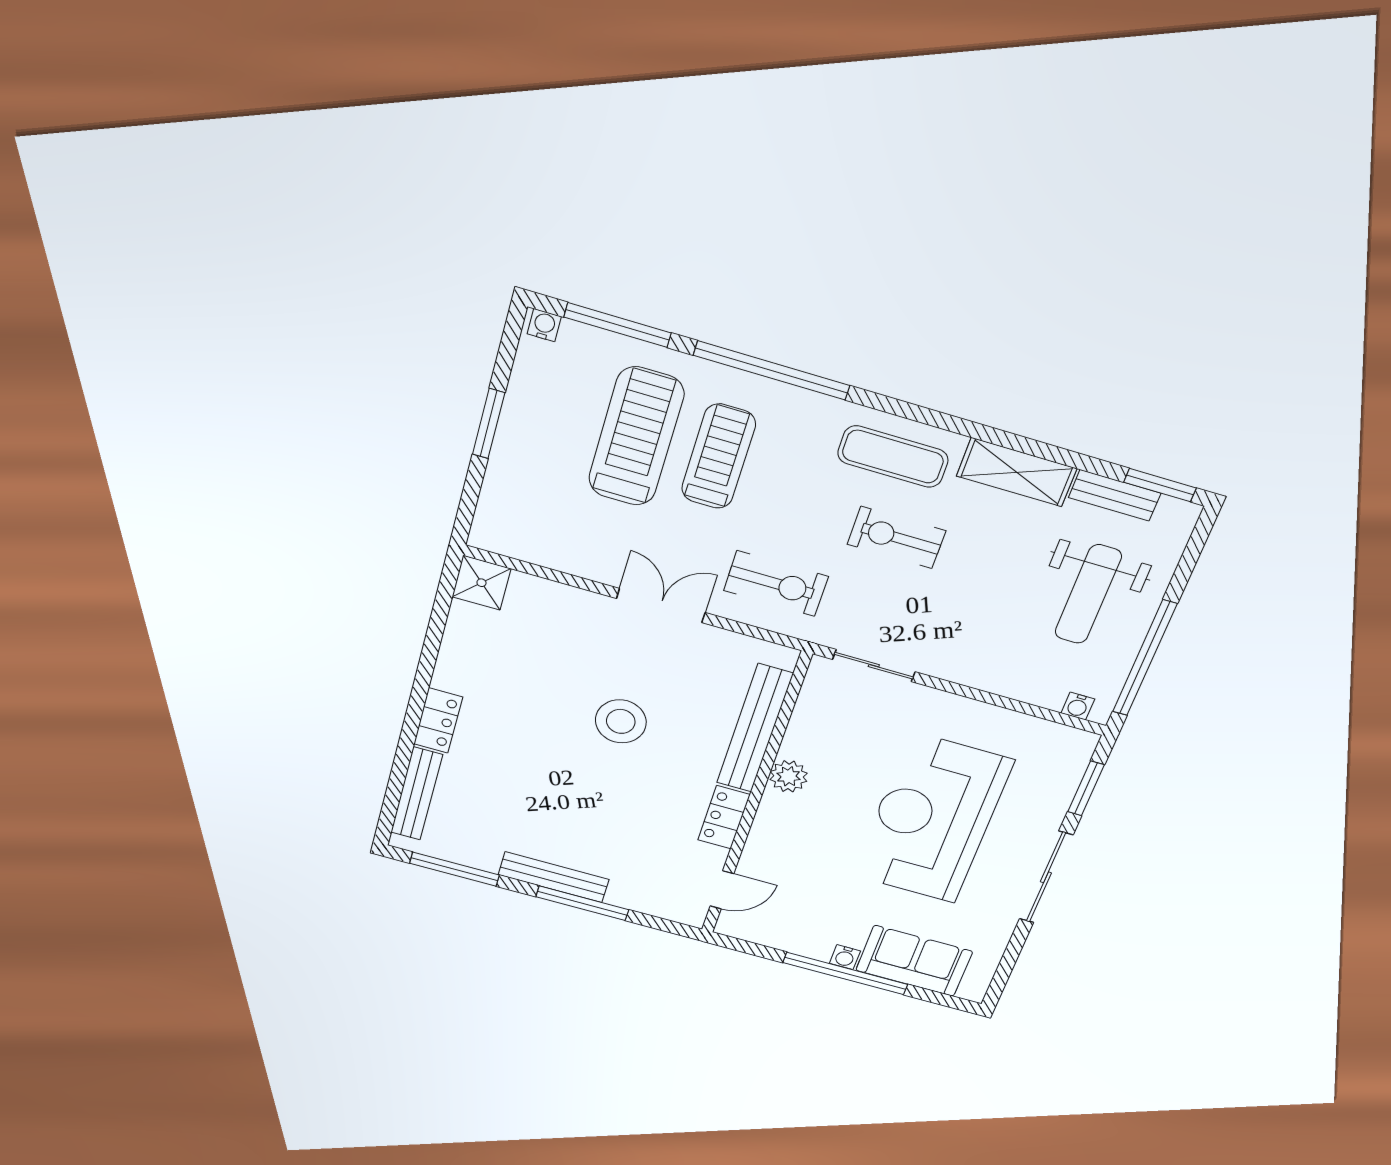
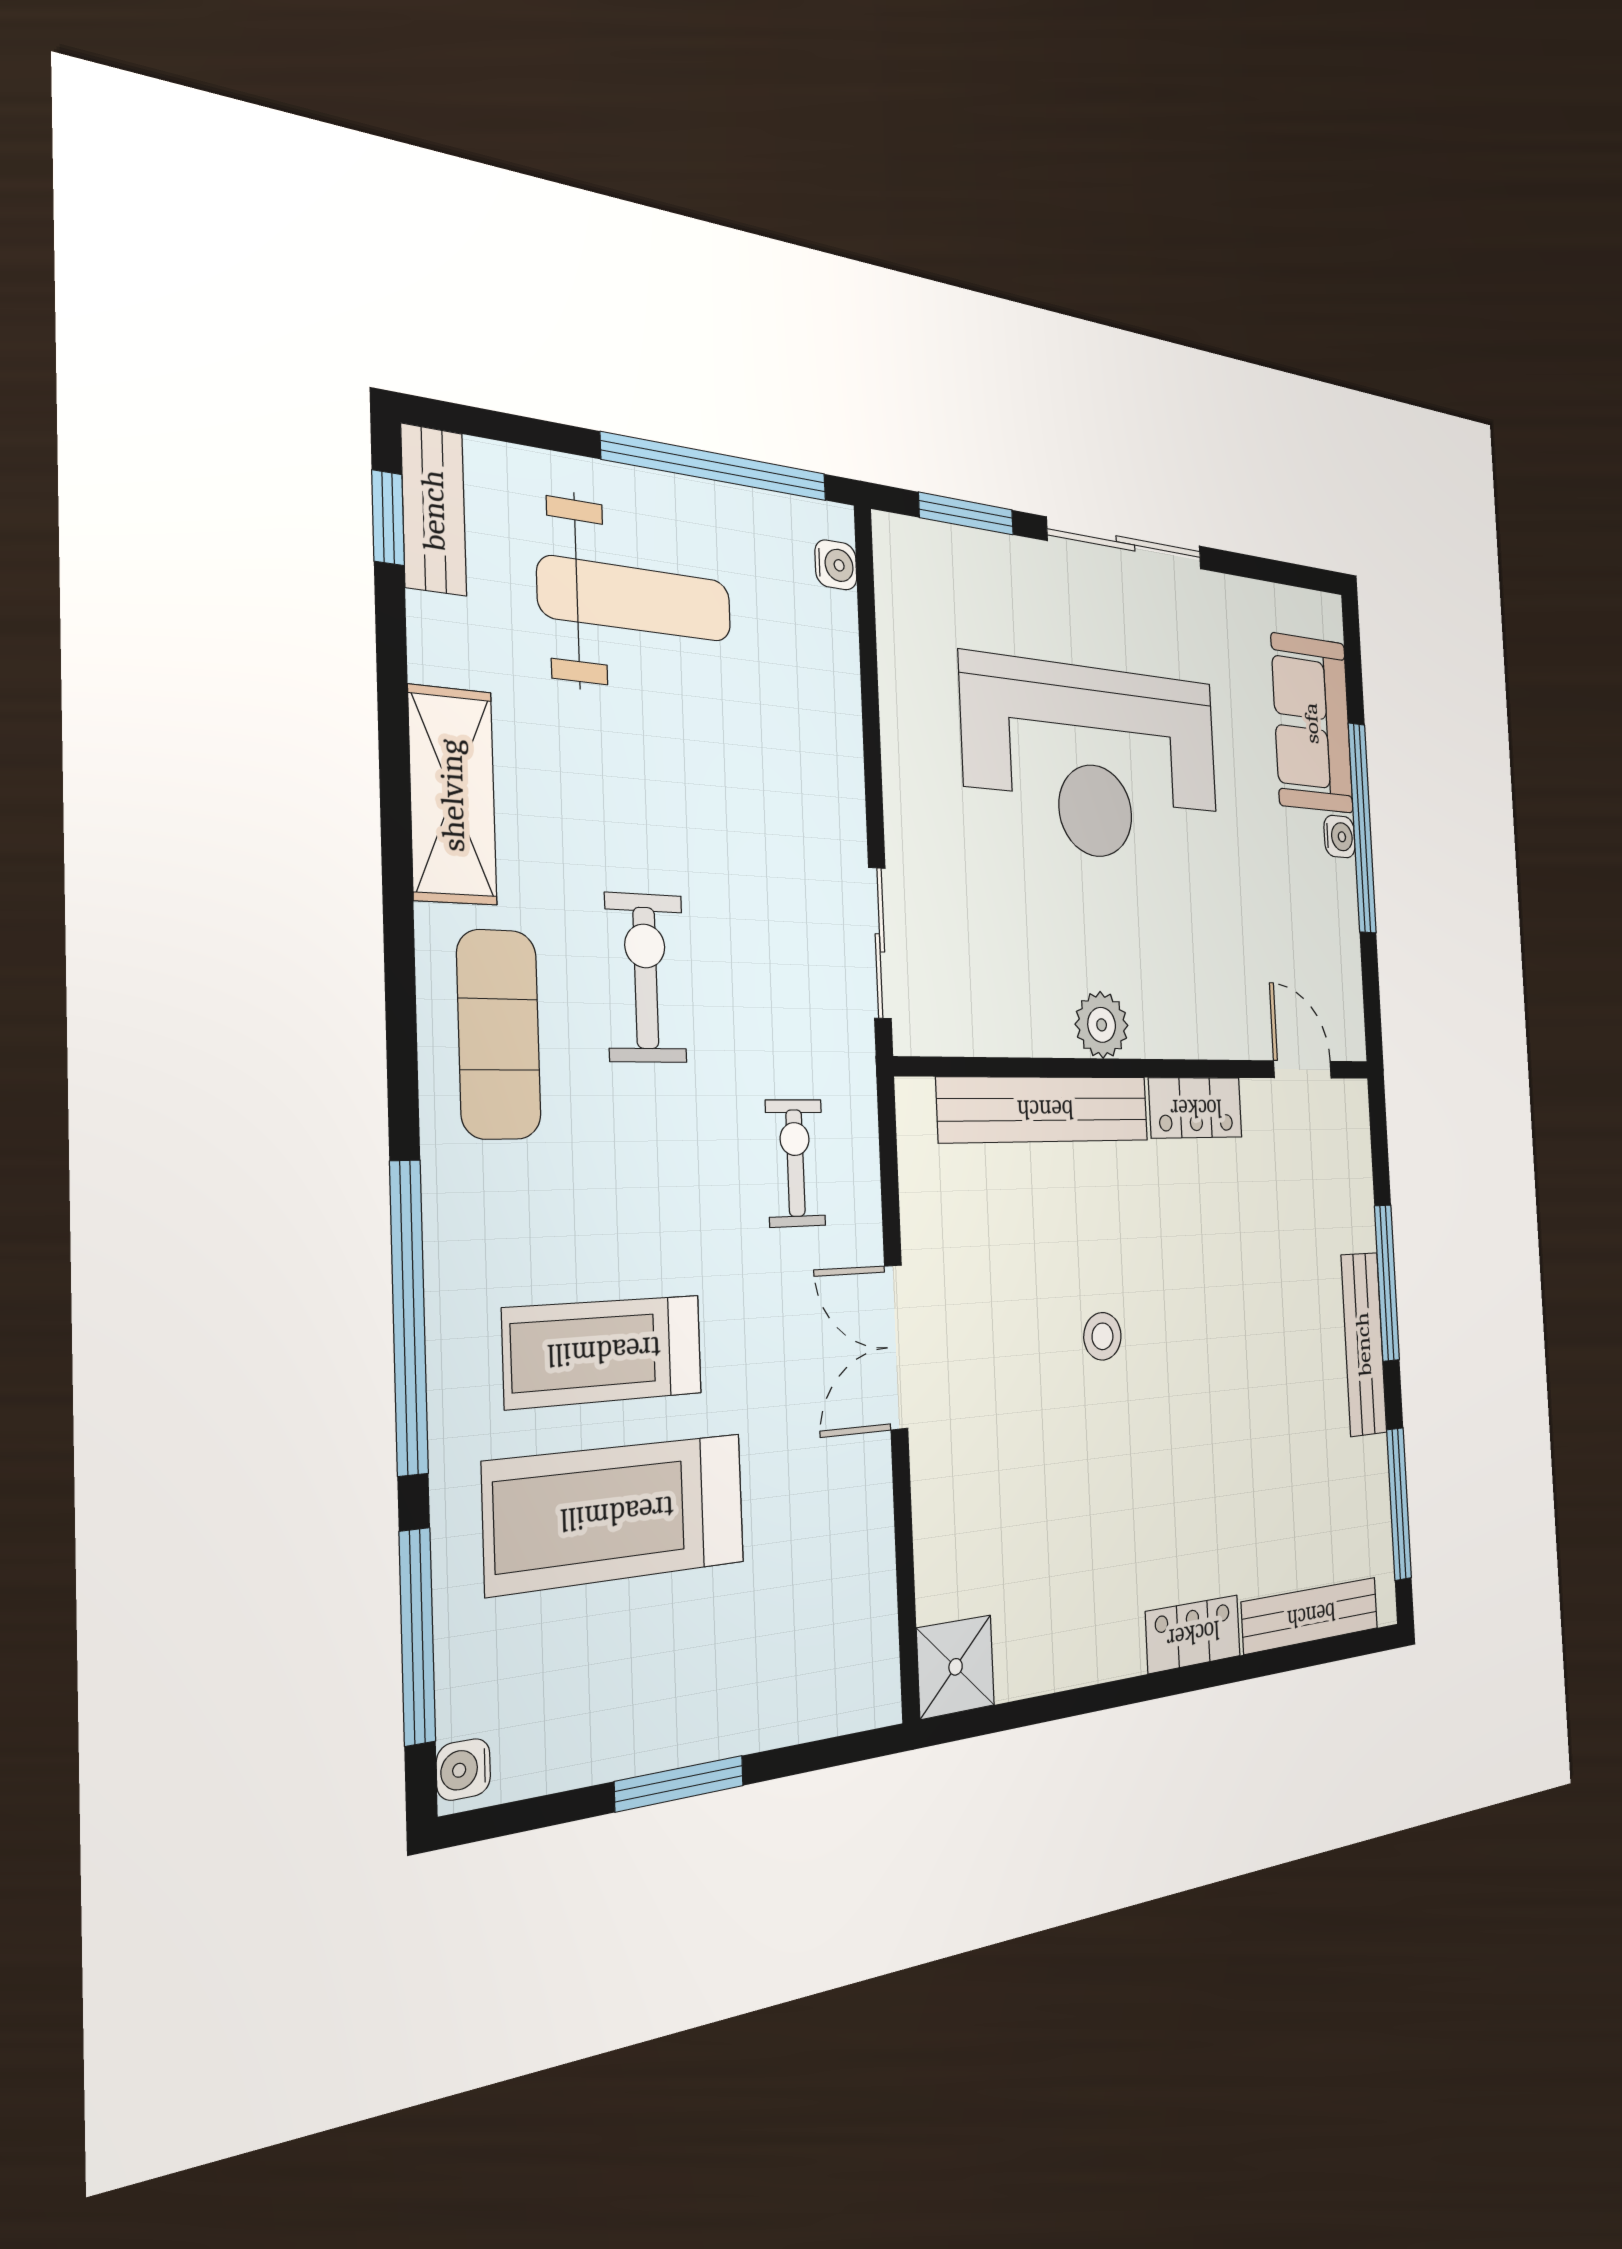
window: (1160, 485) -> (388, 518), width x0.67
bench: (1115, 495) -> (434, 510), moved
exercise bike: (896, 537) -> (646, 978), turned 180
exercise bike: (776, 583) -> (795, 1163), width x0.73, depth x0.72
stool: (621, 721) -> (1102, 1336), width x0.53, depth x0.53

